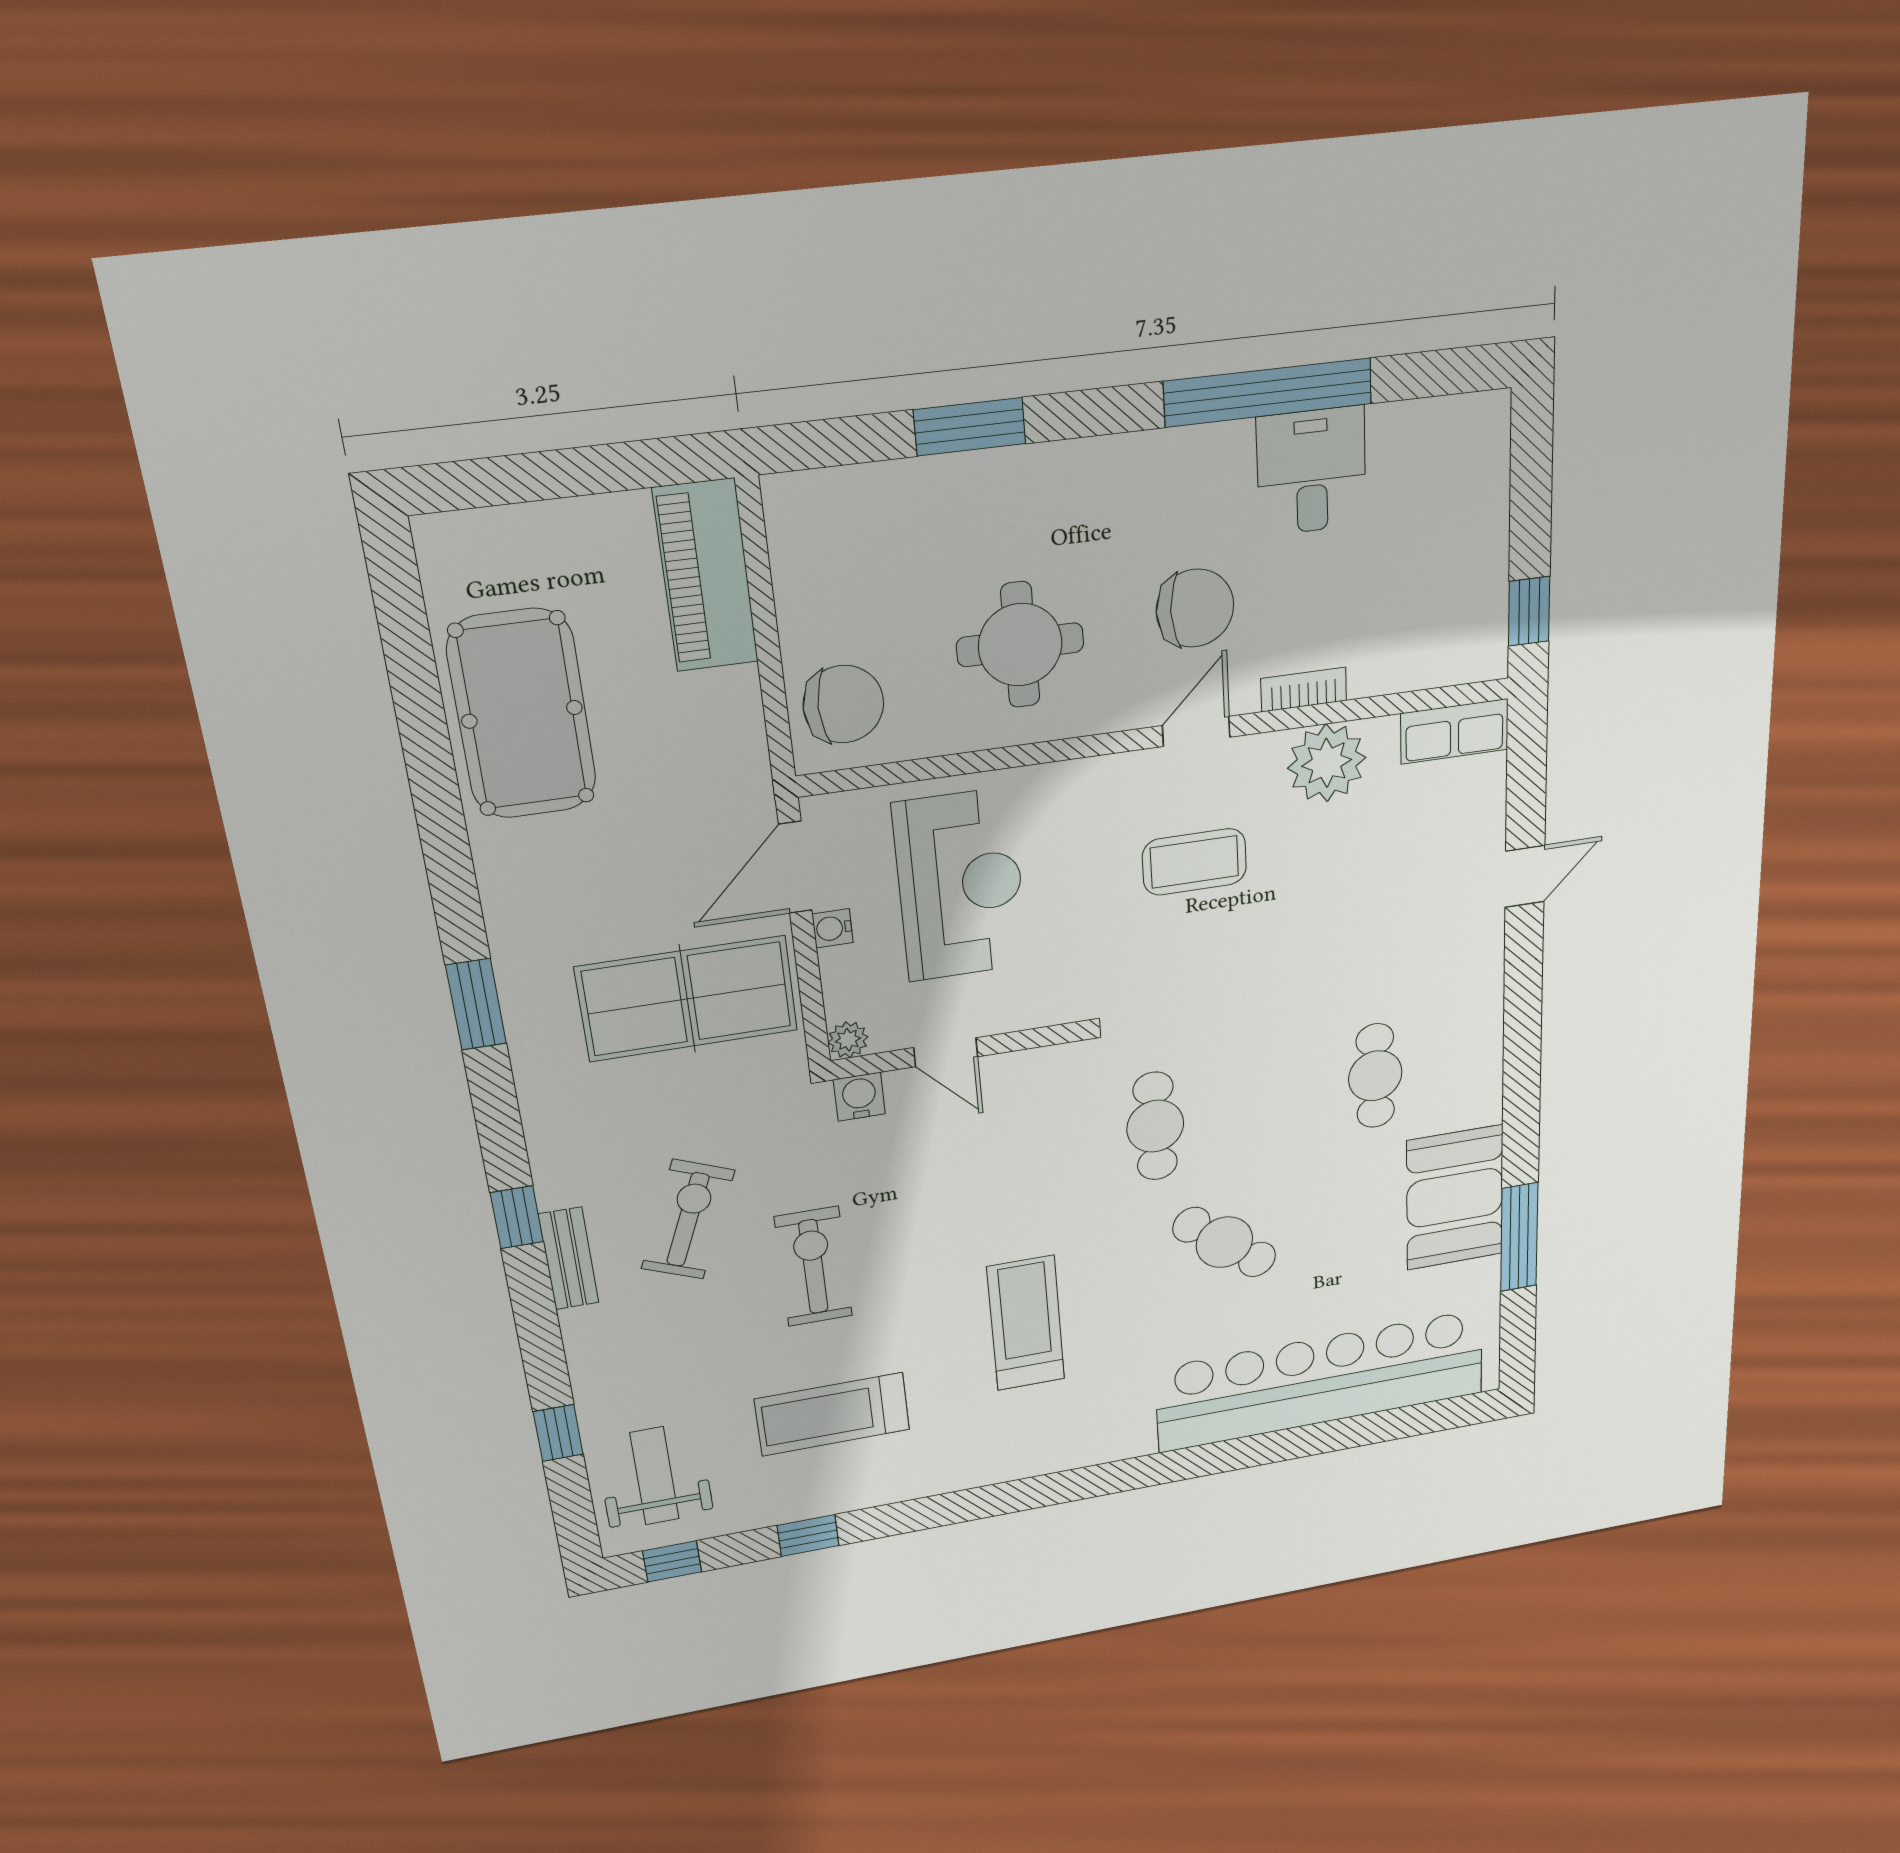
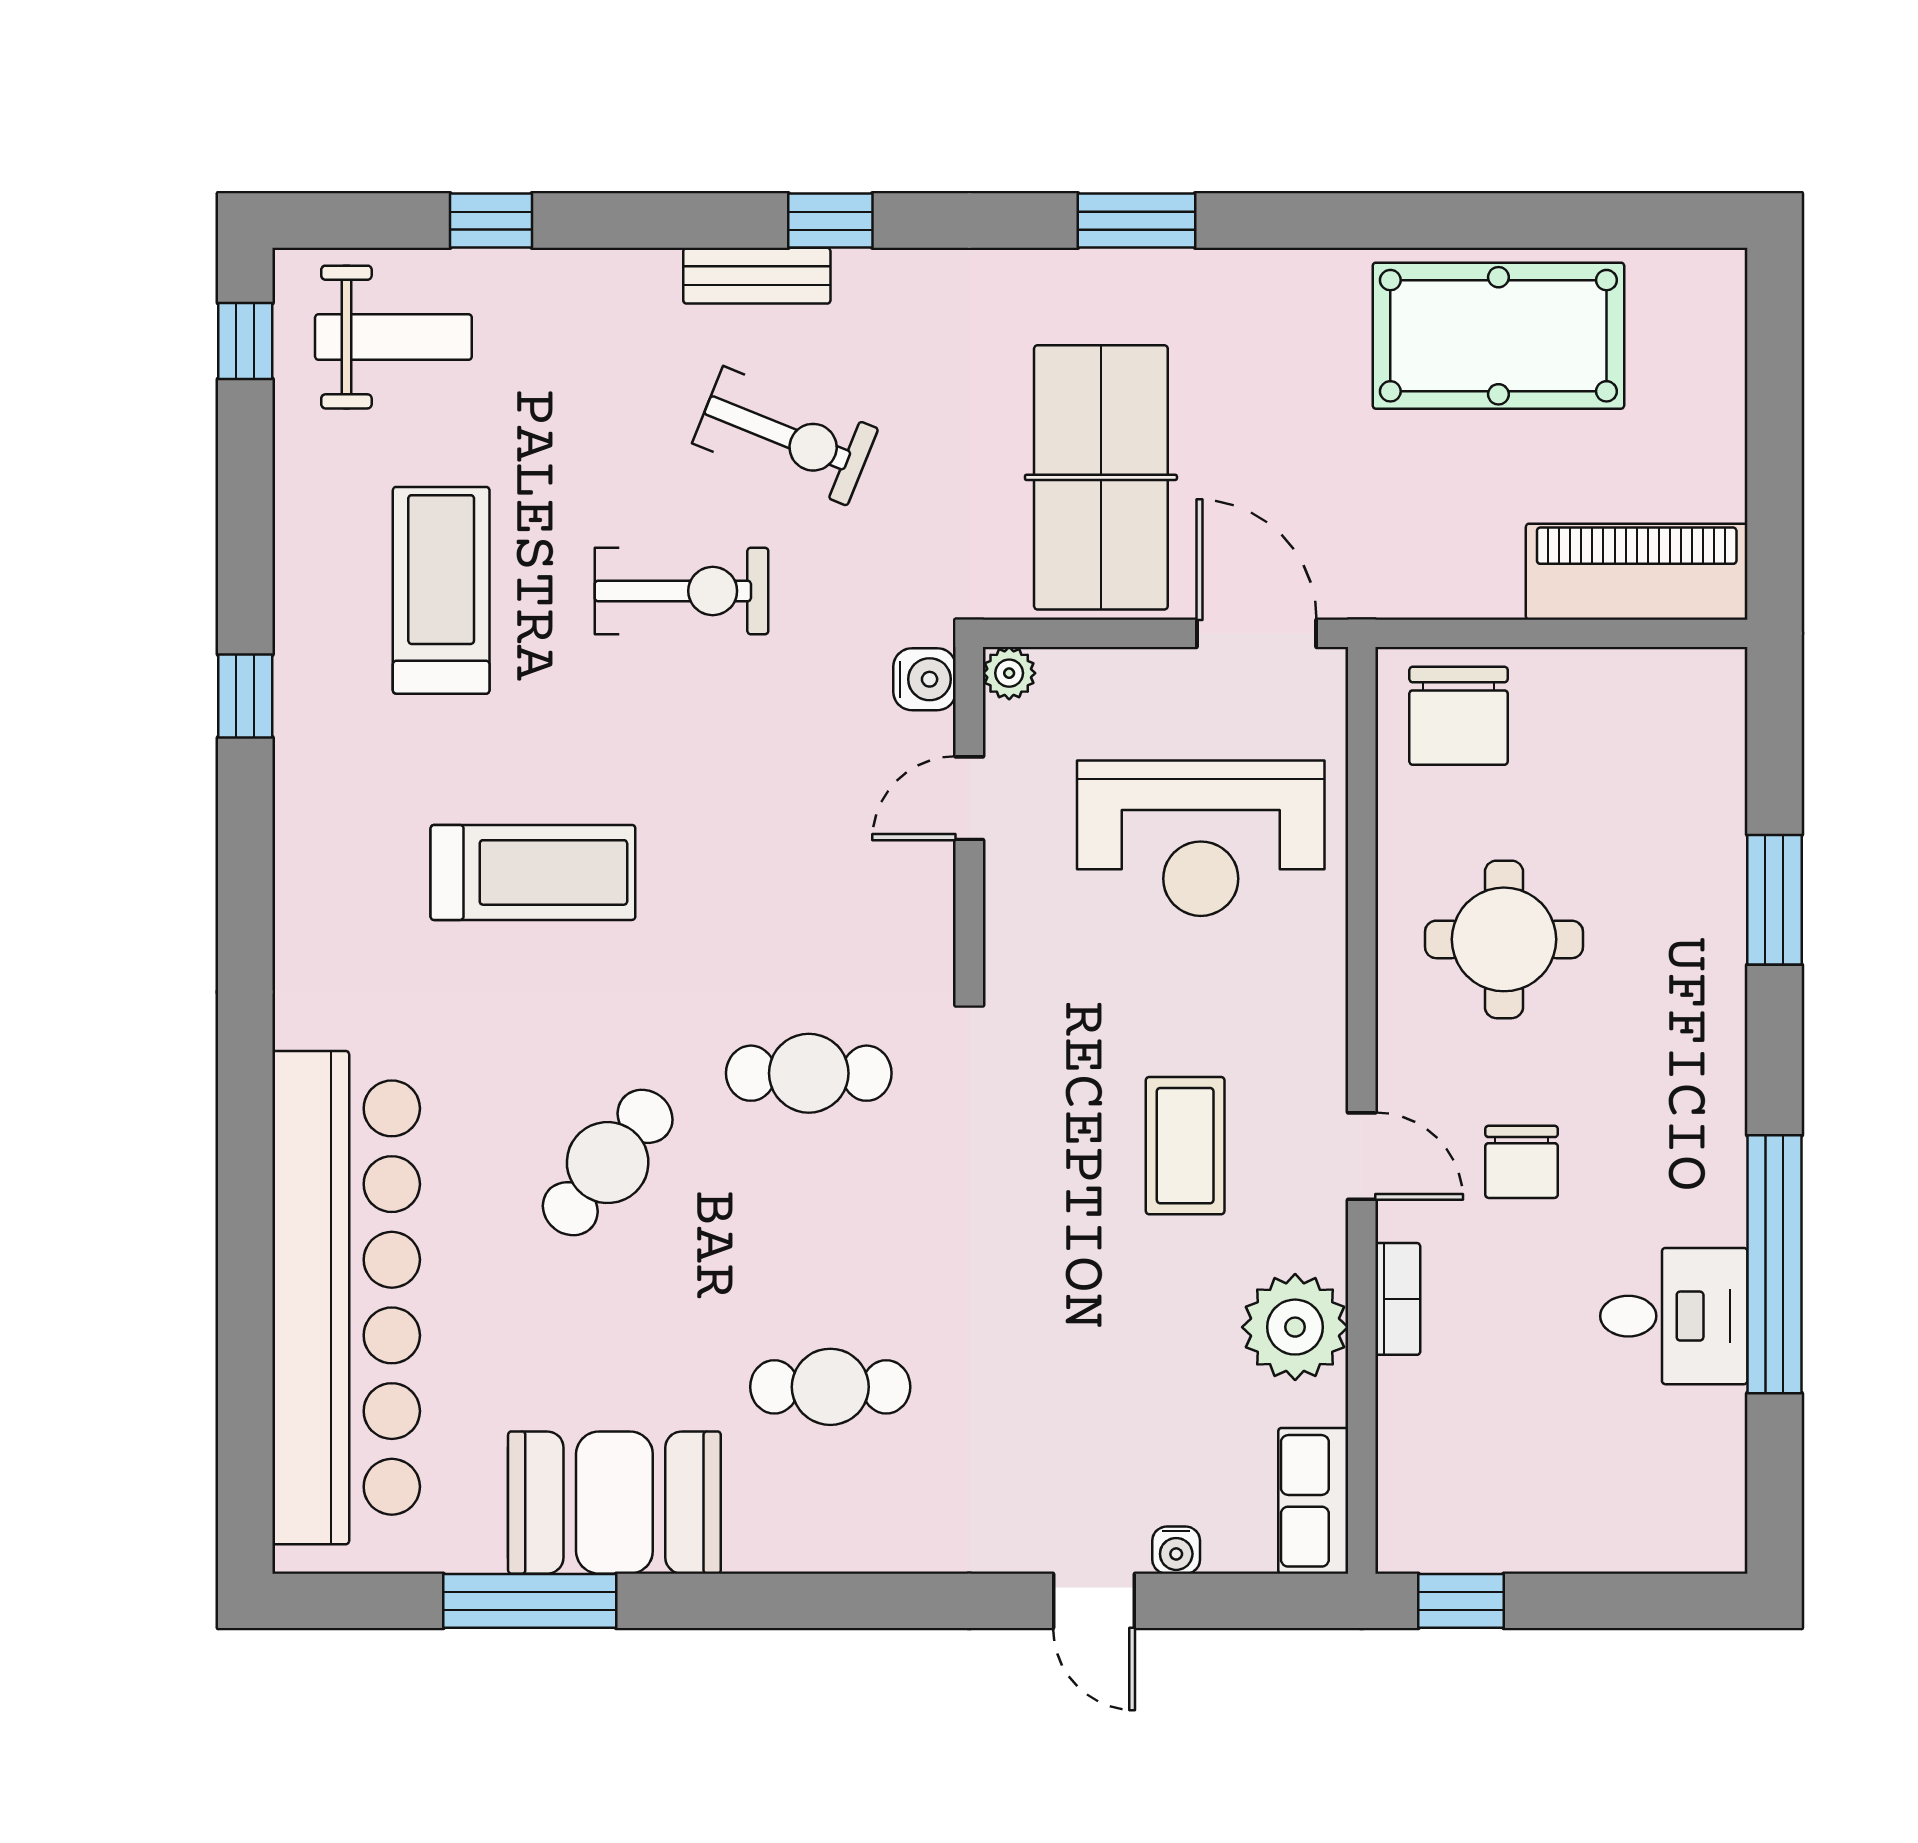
chair: (1195, 608) -> (1522, 1162), width x0.73, depth x0.73
water cooler: (833, 928) -> (1176, 1550), moved, turned 180
window: (808, 1536) -> (245, 696), moved

